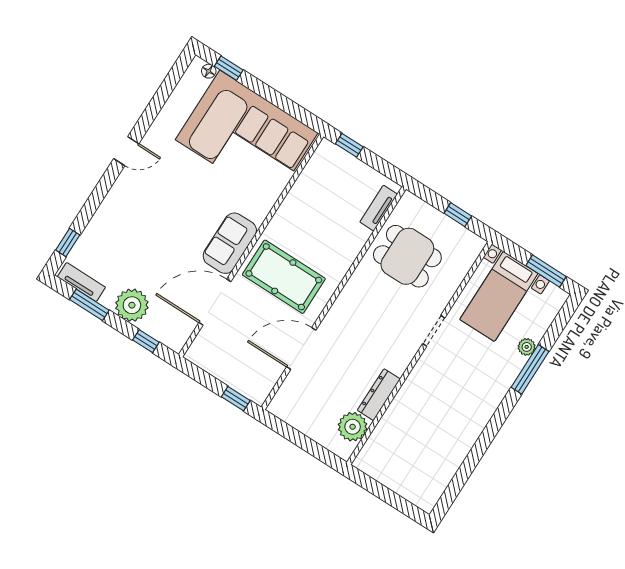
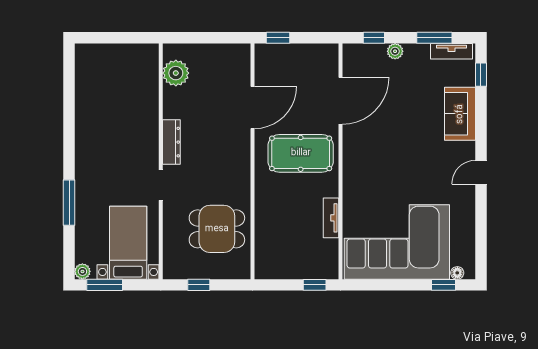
tv unit: (379, 208) -> (331, 218), moved, turned 180
sofa: (230, 243) -> (460, 114), moved, turned 180
plant: (132, 305) -> (395, 51), width x0.53, depth x0.53
plant: (527, 347) -> (82, 271), moved
dresser: (379, 395) -> (171, 142), moved

